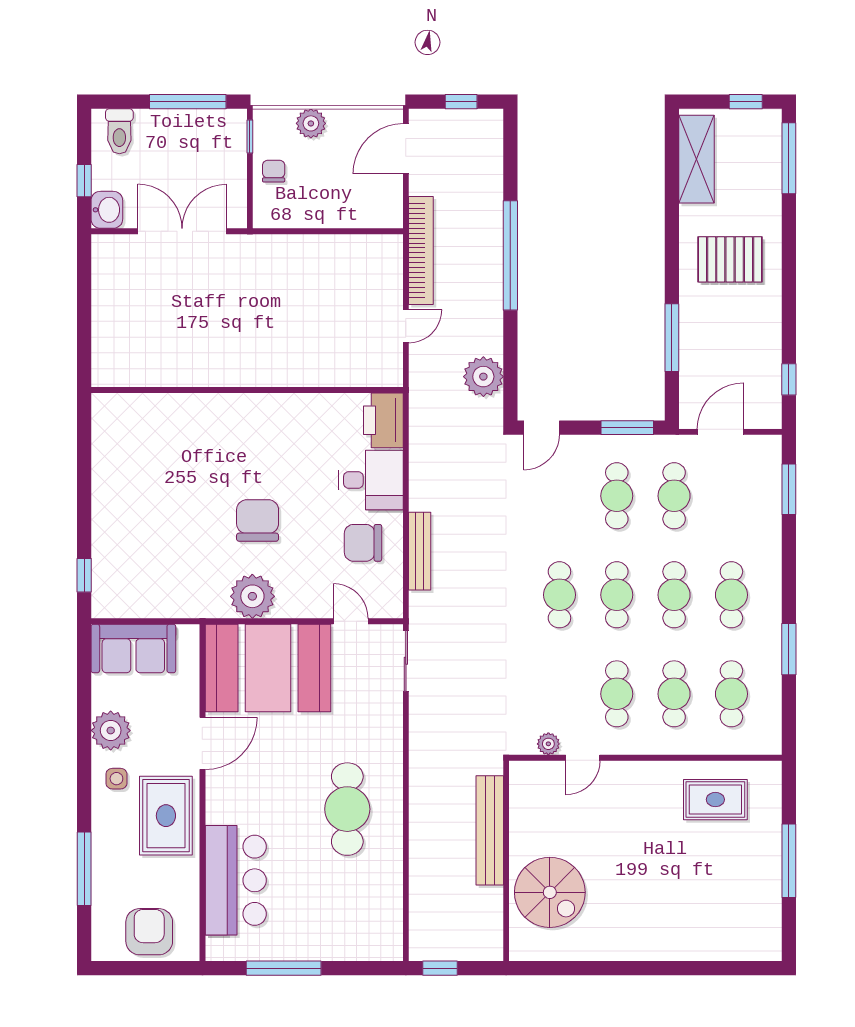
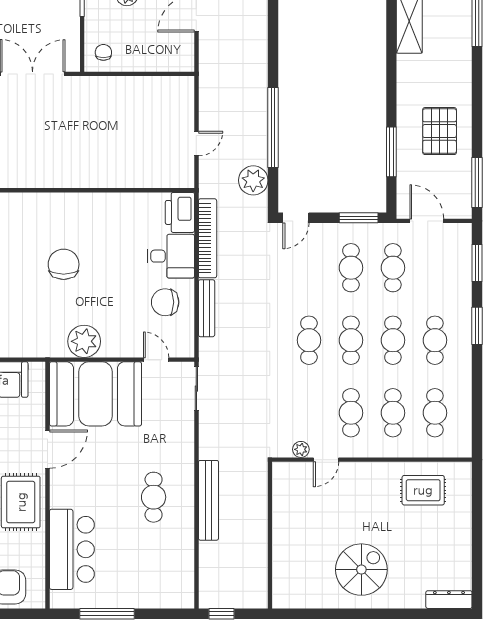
chair: (274, 171) -> (103, 52), moved
bookcase: (421, 250) -> (208, 238), moved
window: (510, 255) -> (273, 128), moved
pallet: (730, 259) -> (440, 131), moved, turned 90
window: (789, 379) -> (477, 182), width x2.17
door: (720, 432) -> (427, 221), hinge flipped
chair: (258, 520) -> (64, 264), moved
window: (789, 649) -> (477, 326), moved
cafe table: (347, 809) -> (154, 497), width x0.73, depth x0.74
bench: (490, 830) -> (208, 500), moved
window: (789, 861) -> (477, 535), removed
spiral stairs: (550, 892) -> (361, 570), moved, turned -90
dresser: (751, 949) -> (449, 600), added

